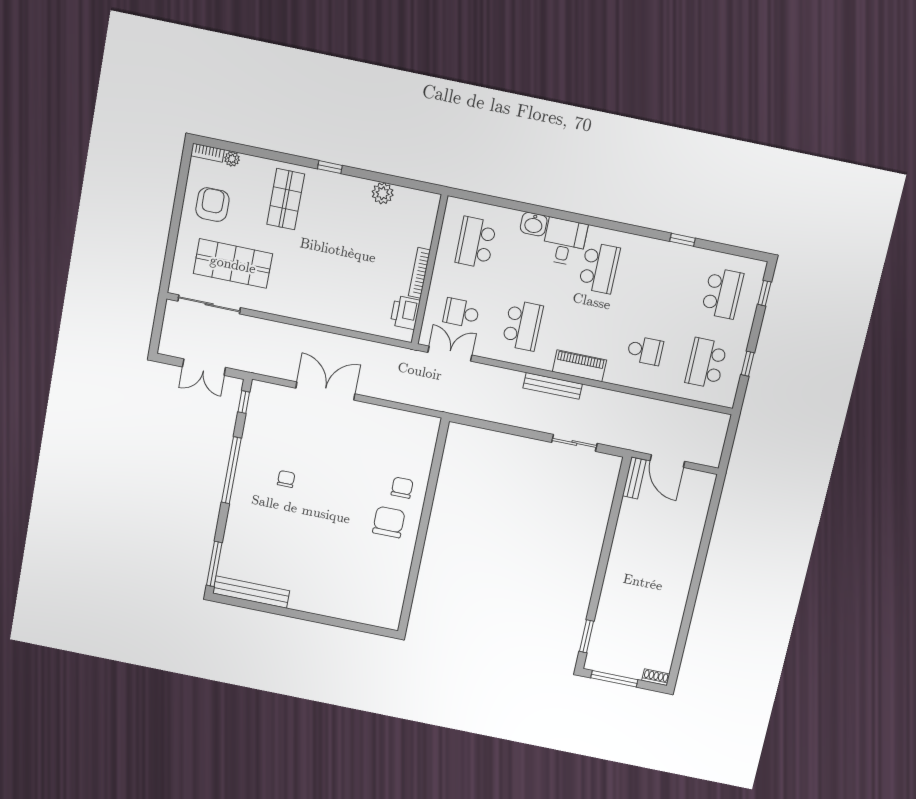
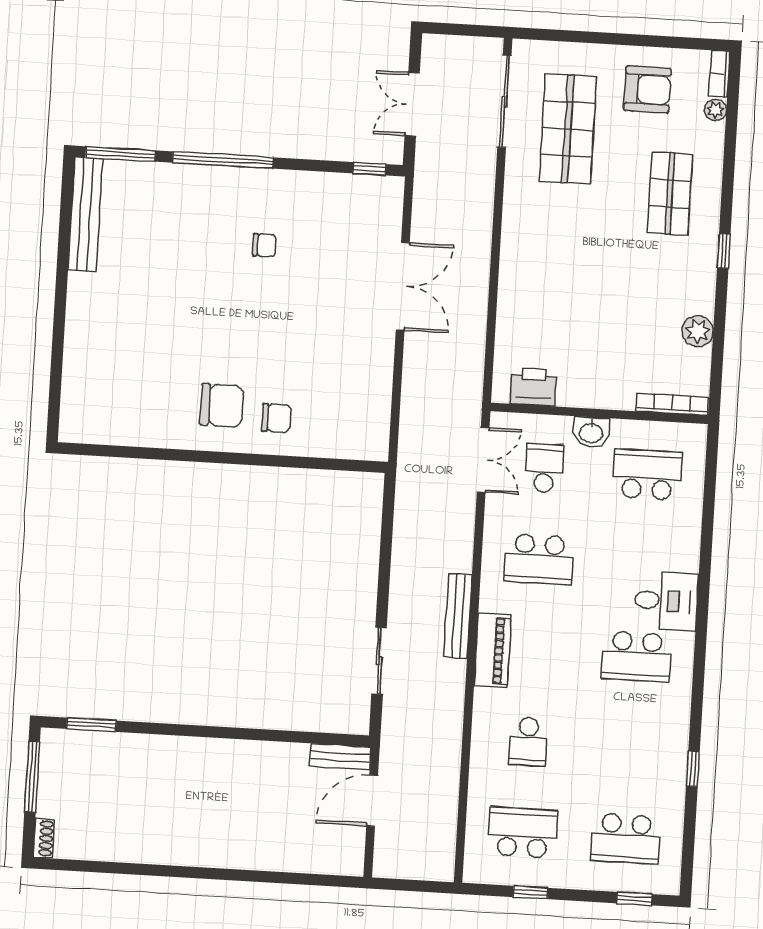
shop shelf: (286, 199) -> (670, 194), turned 90
washbasin: (534, 224) -> (591, 432), moved, turned -90
bookcase: (419, 273) -> (672, 404), moved
window: (231, 470) -> (223, 160), moved

